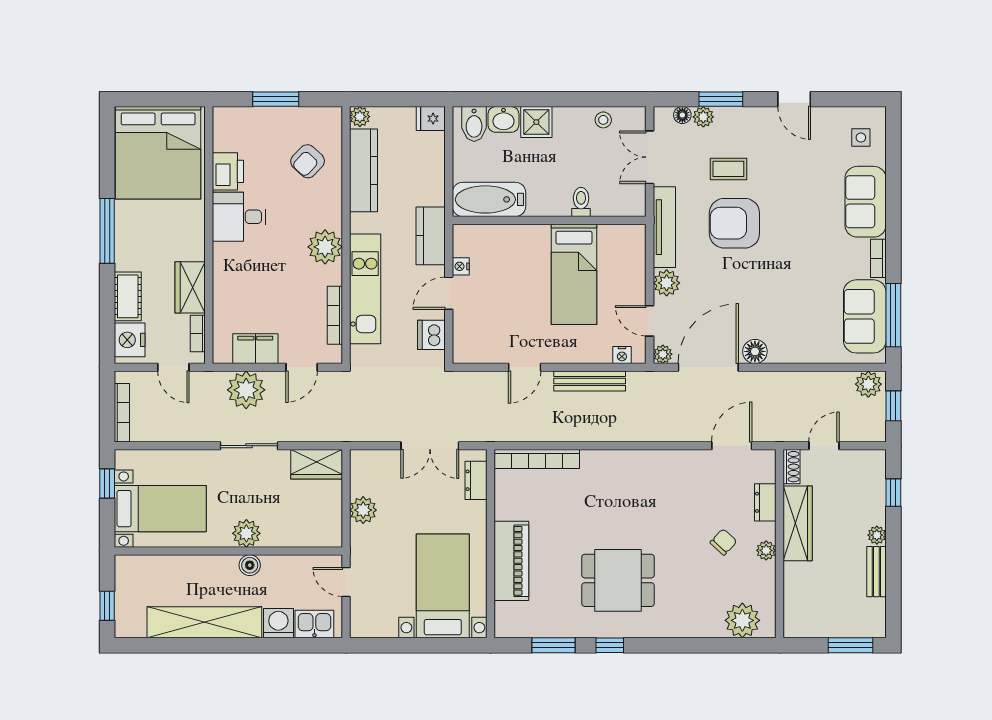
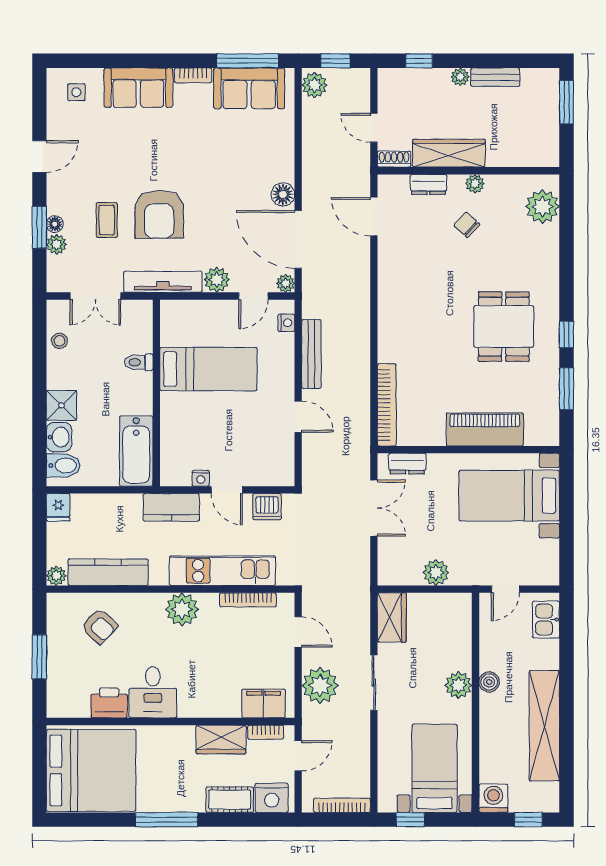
floor lamp: (682, 115) -> (55, 224), moved
filing cabinet: (255, 349) -> (264, 703), moved, turned 90
washing machine: (278, 623) -> (493, 798), moved, turned 90

